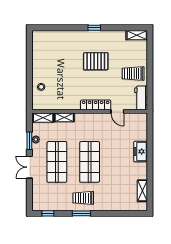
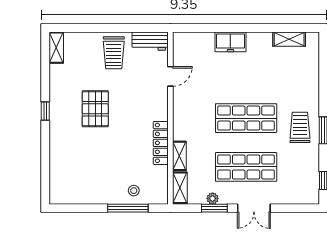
window: (29, 83) -> (128, 208), added
locker: (96, 105) -> (161, 143), moved
trolley: (83, 198) -> (300, 127), turned 180

